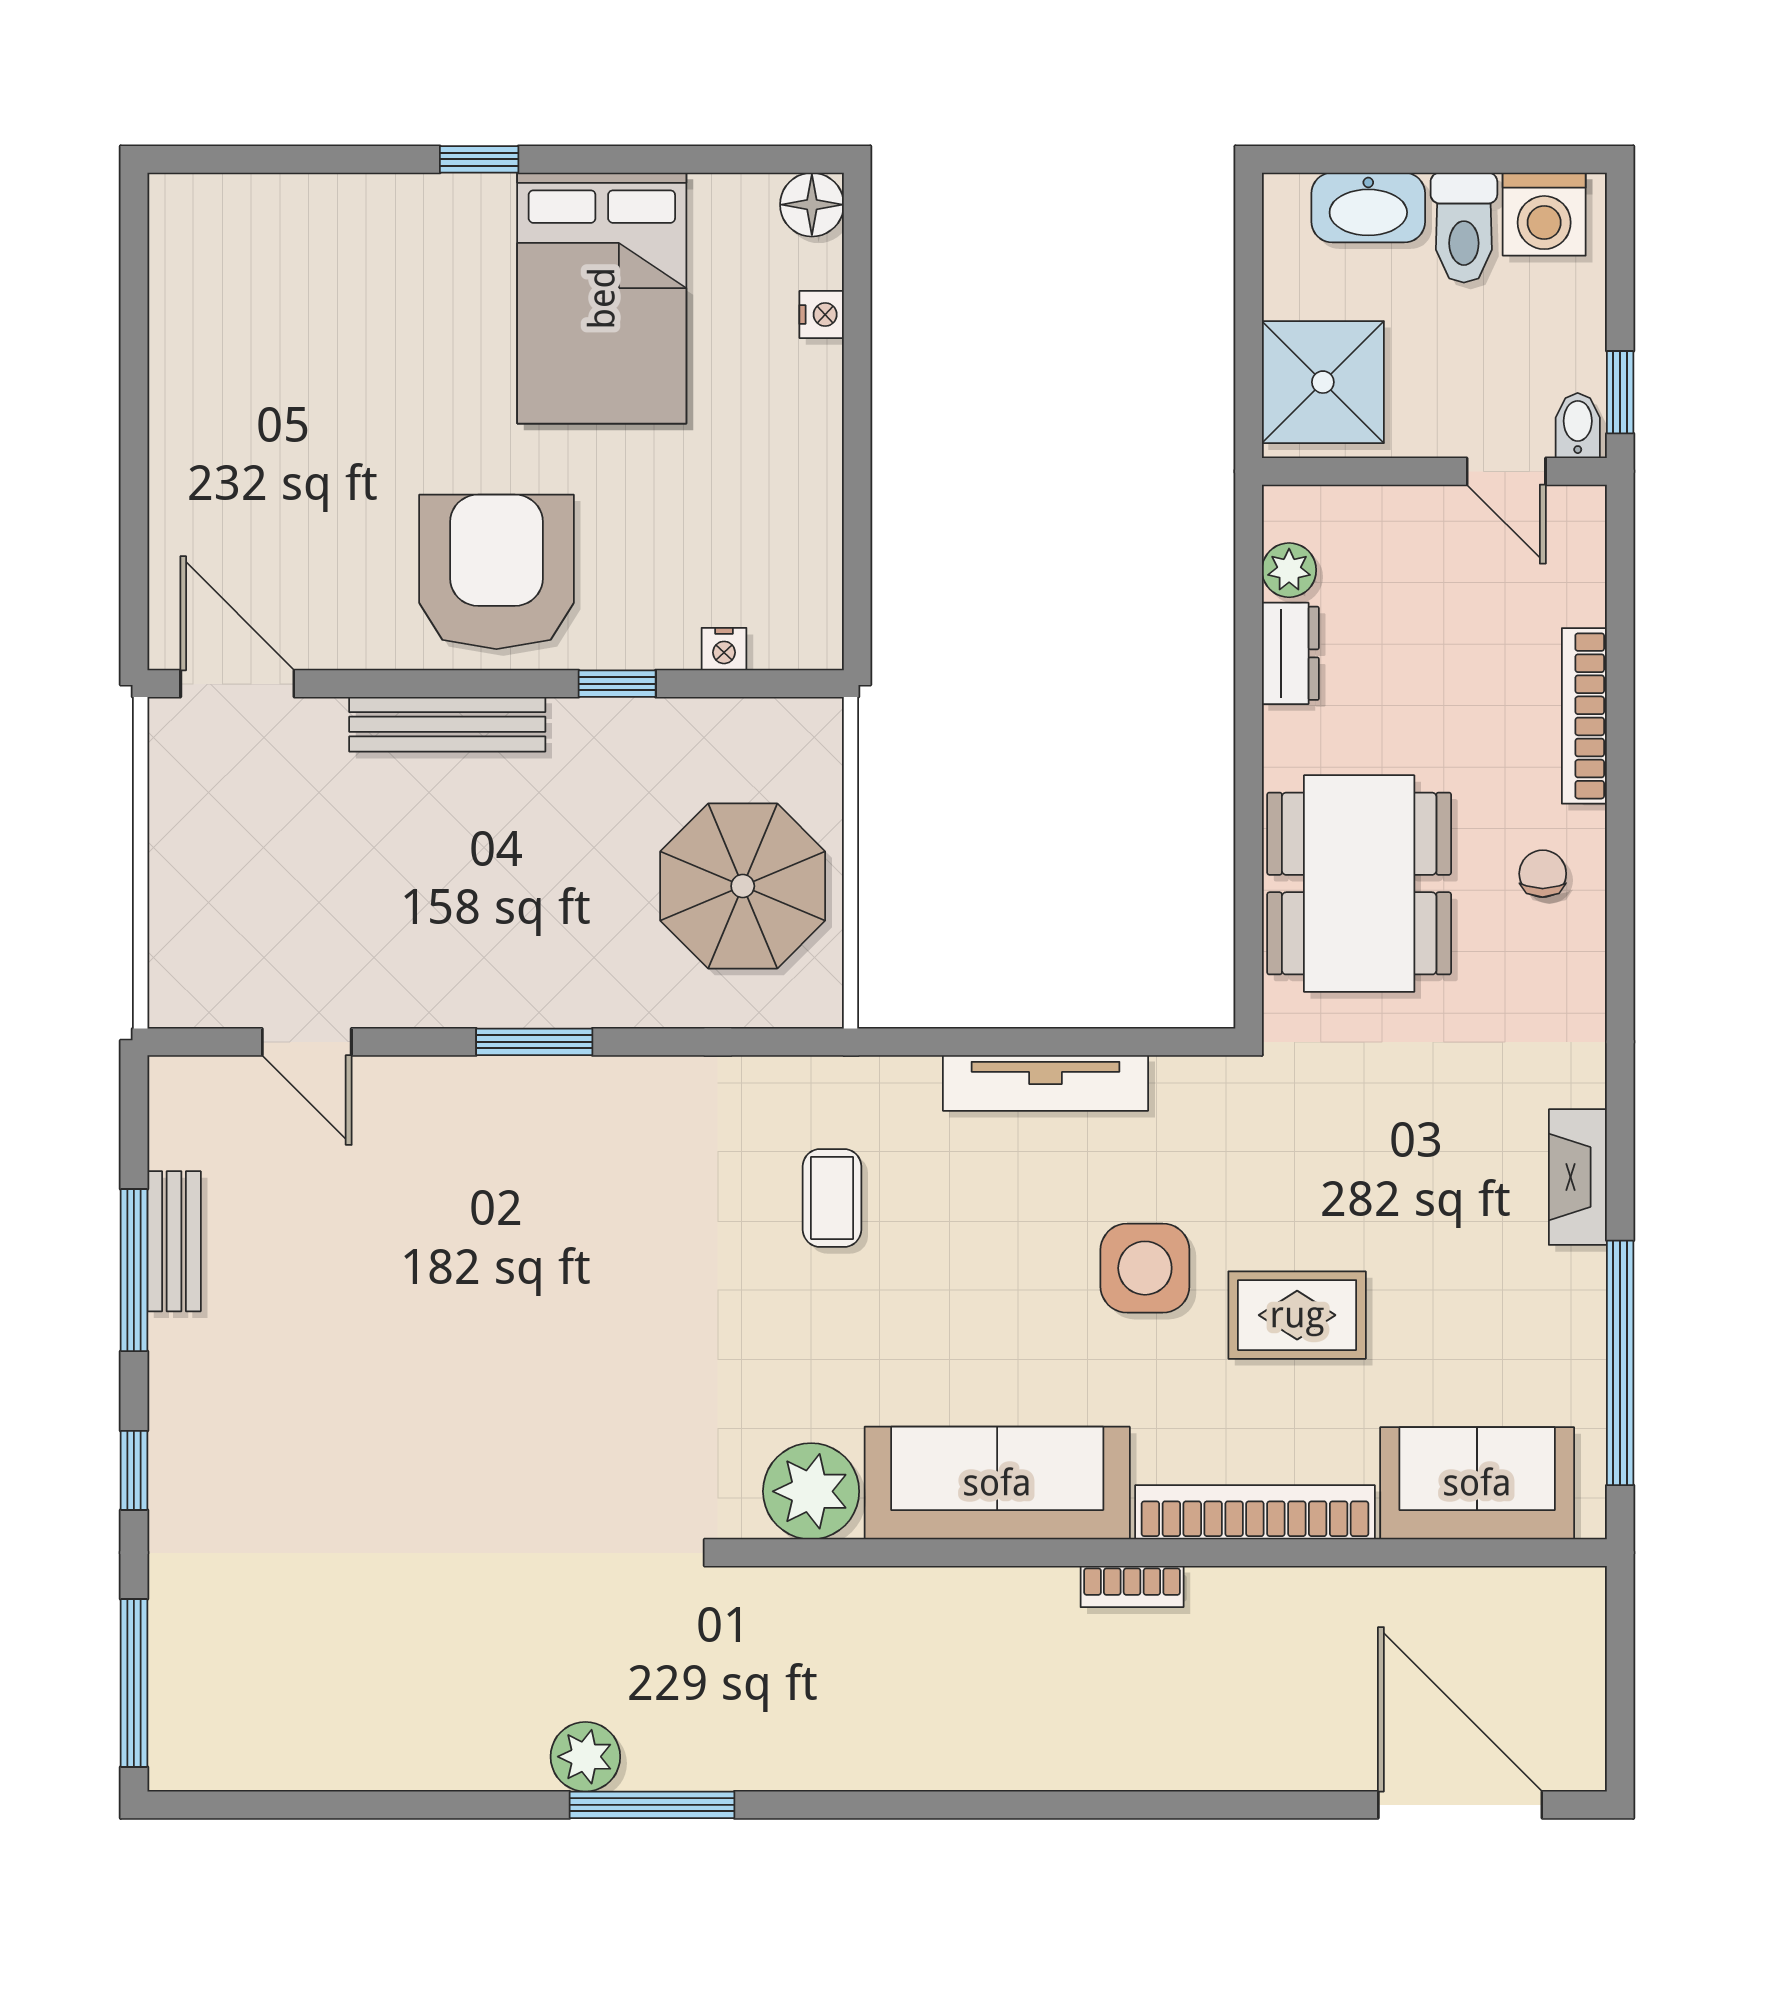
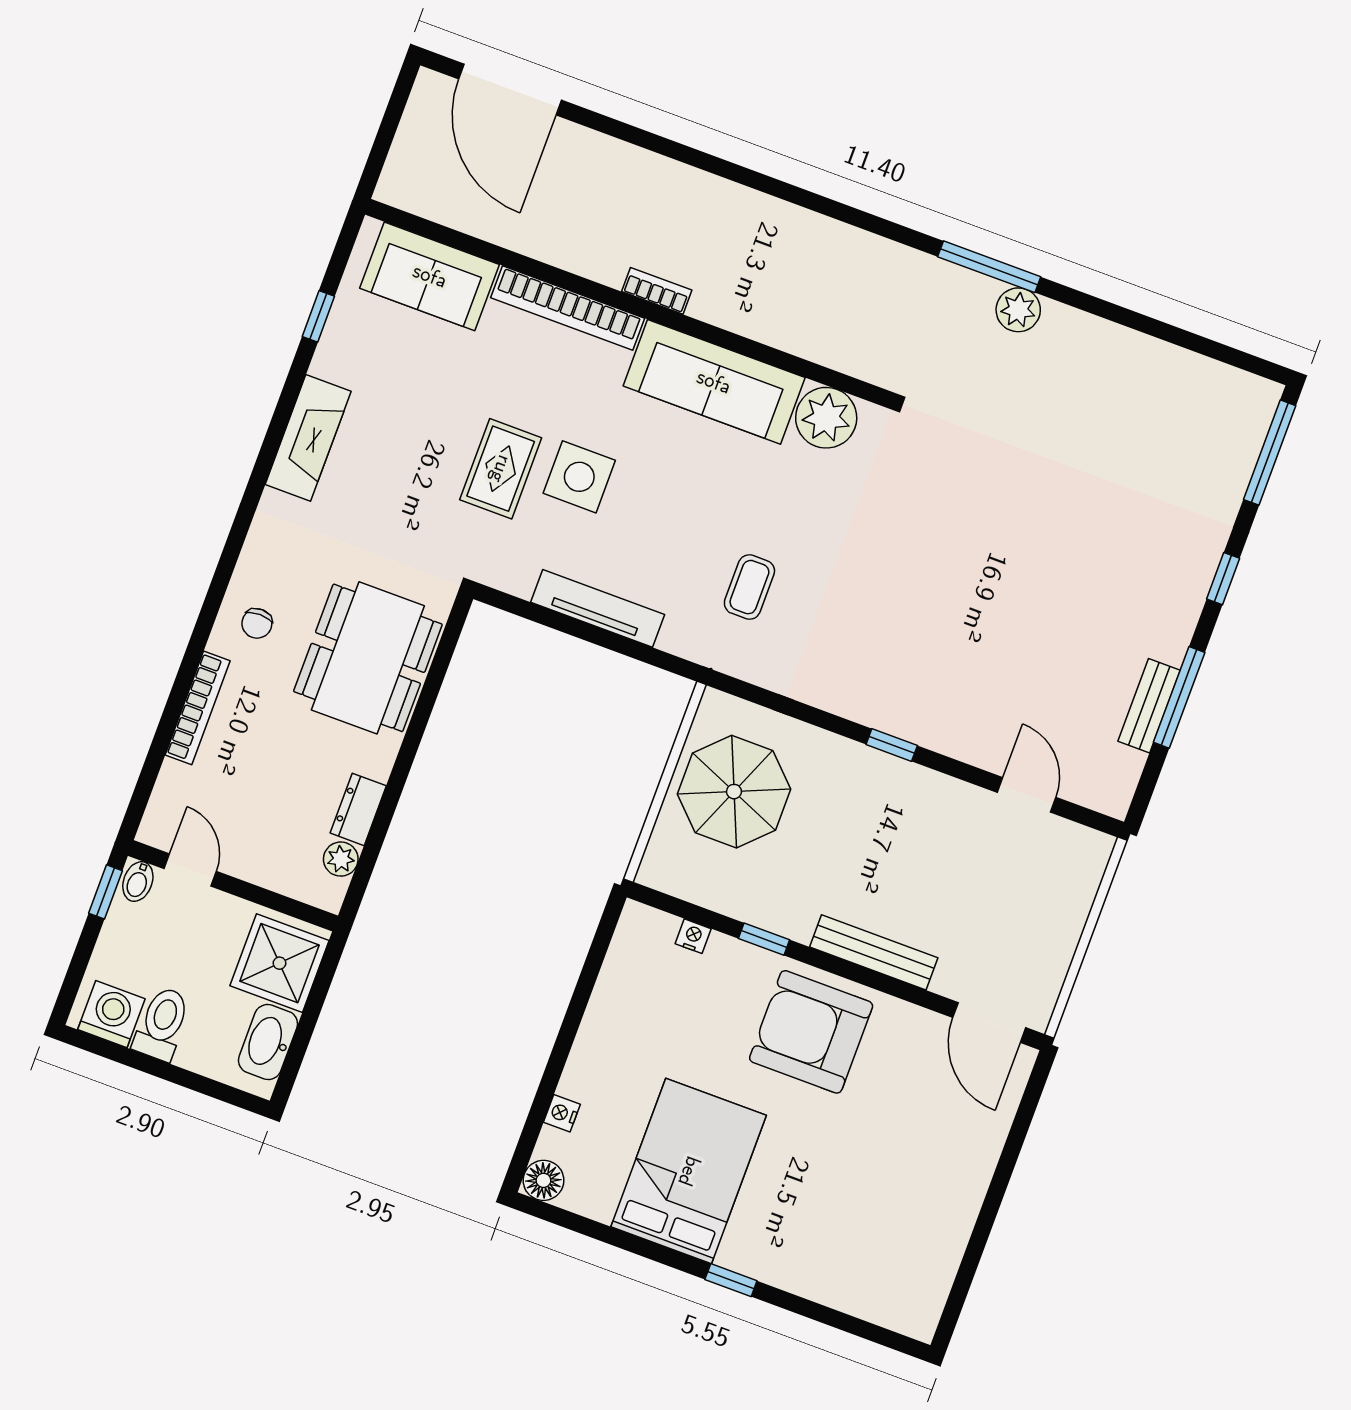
washbasin: (1368, 208) -> (268, 1042), moved, turned -90
armchair: (496, 572) -> (811, 1032), turned 90
window: (534, 1042) -> (892, 745), width x0.67
fireplace: (1578, 1177) -> (308, 438), width x1.37, depth x1.32
rug: (1297, 1315) -> (501, 469), moved, turned 90
window: (1620, 1363) -> (318, 316), width x0.32

